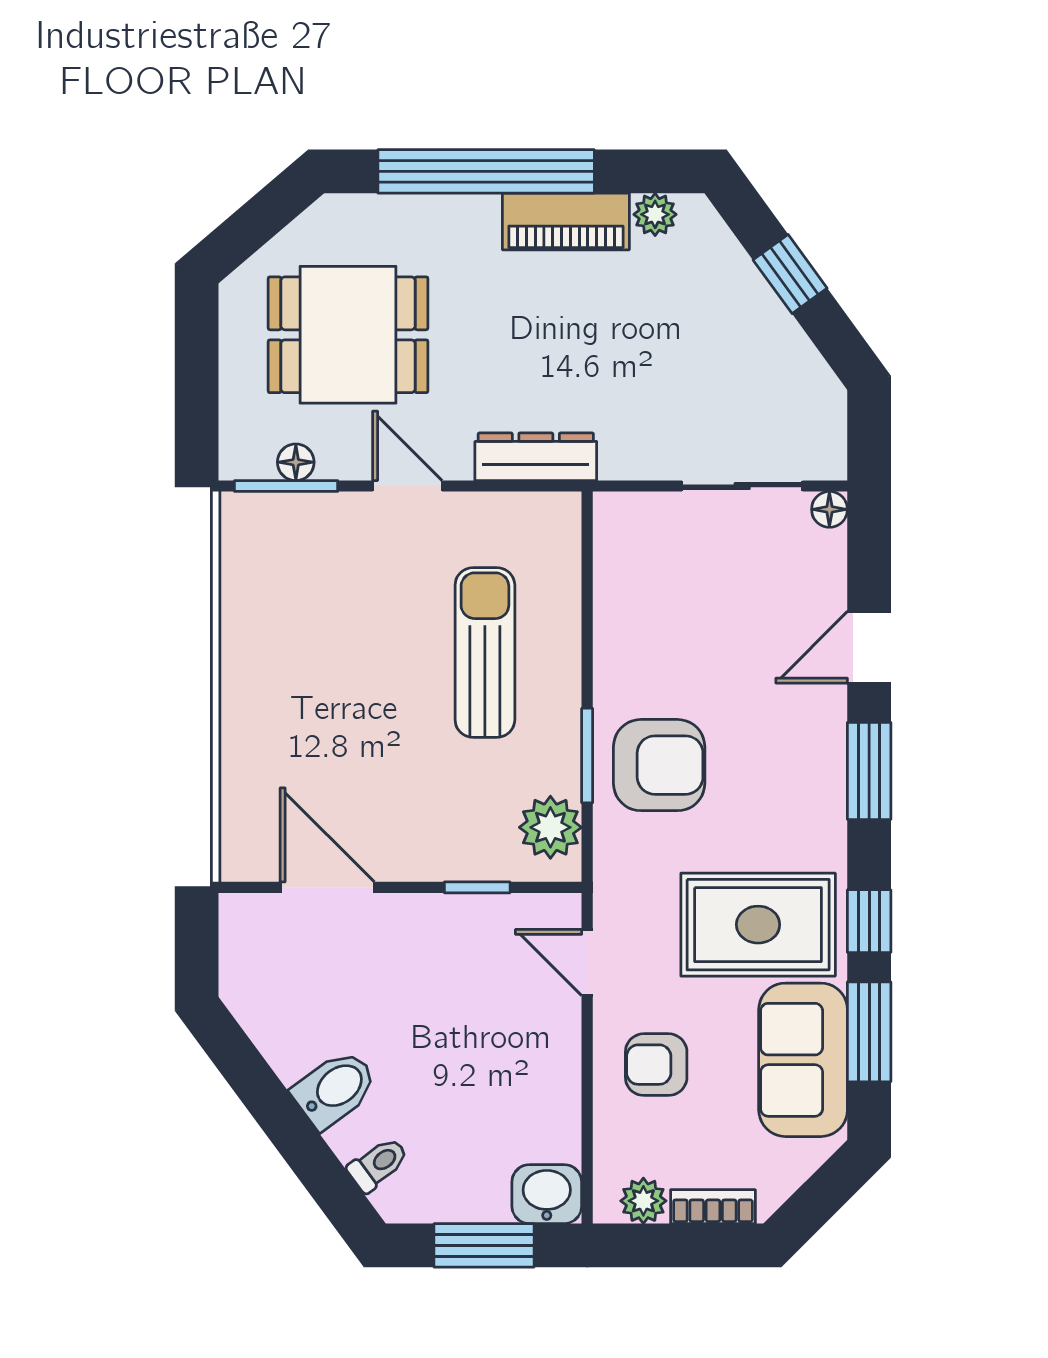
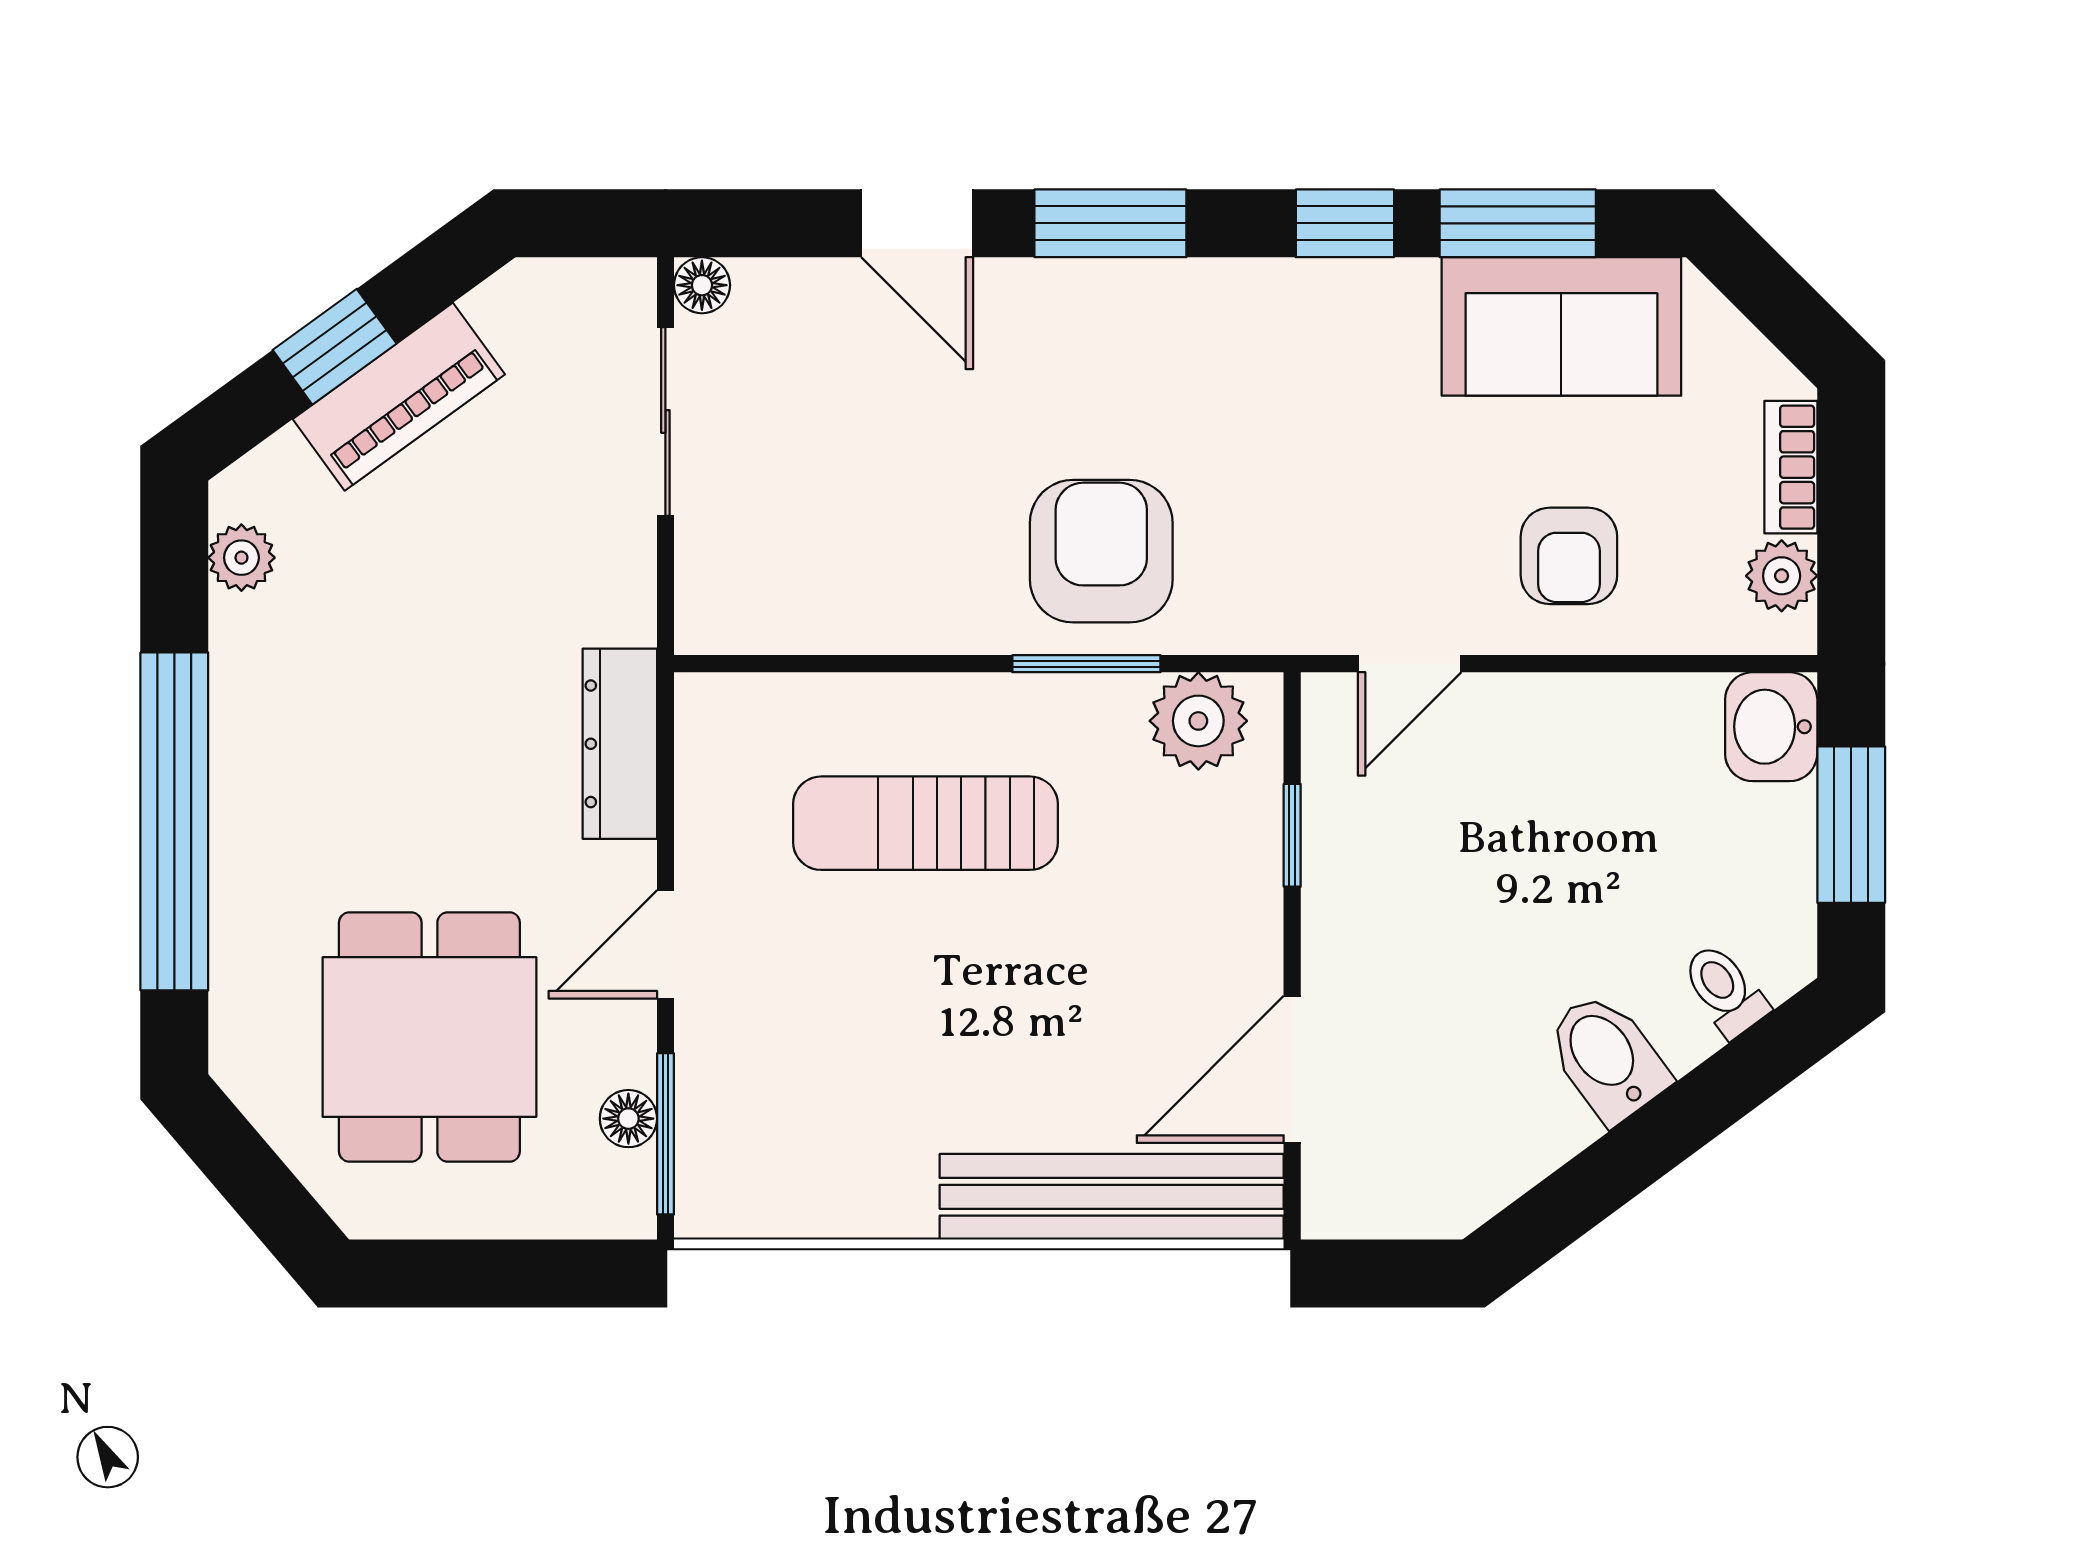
piano: (566, 221) -> (399, 397), moved, turned 54
bench: (246, 772) -> (1112, 1197), added
rug: (758, 925) -> (1350, 397), removed

